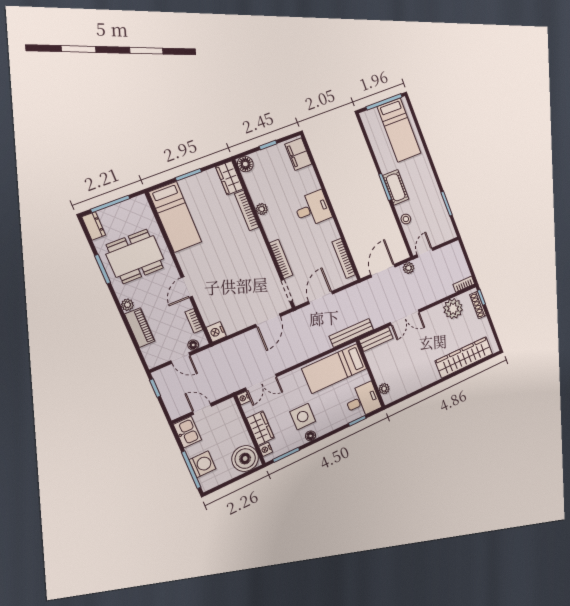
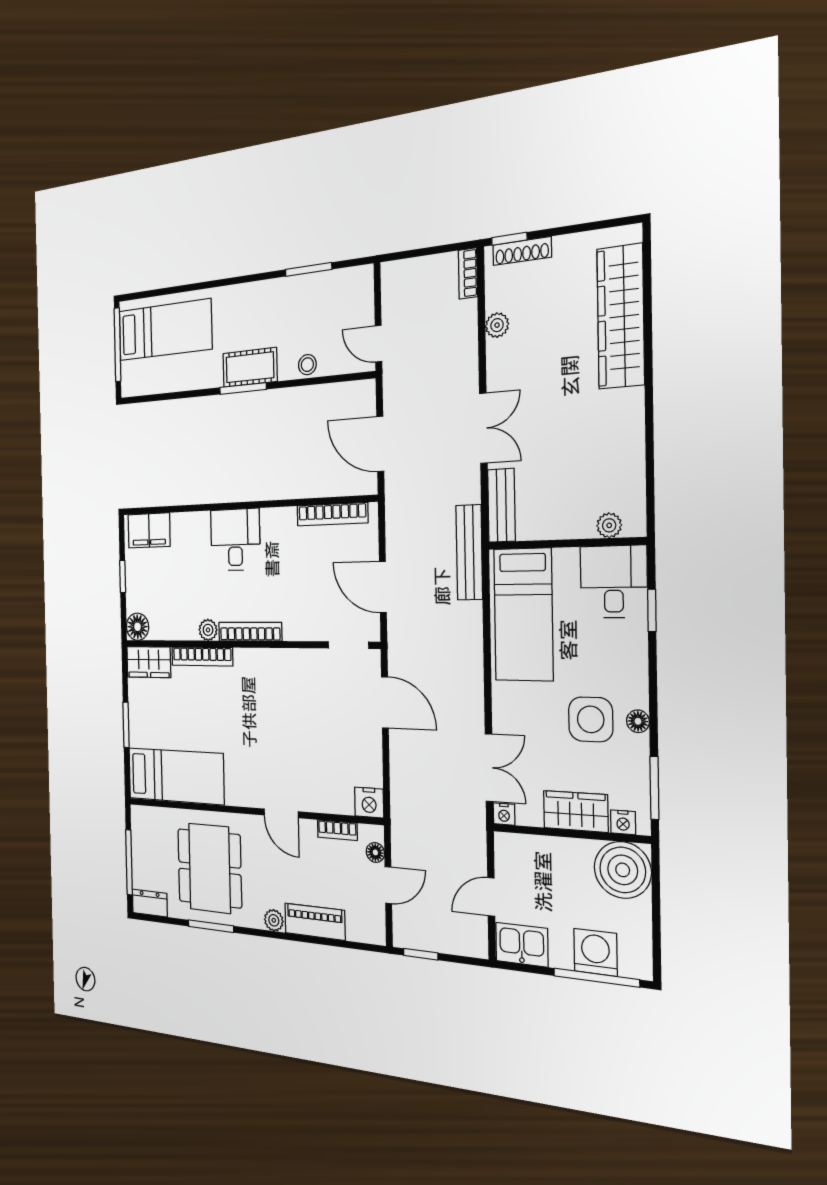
bookcase: (281, 259) -> (250, 632), moved
plant: (409, 268) -> (394, 388), removed
plant: (453, 309) -> (497, 325), width x0.53, depth x0.53

